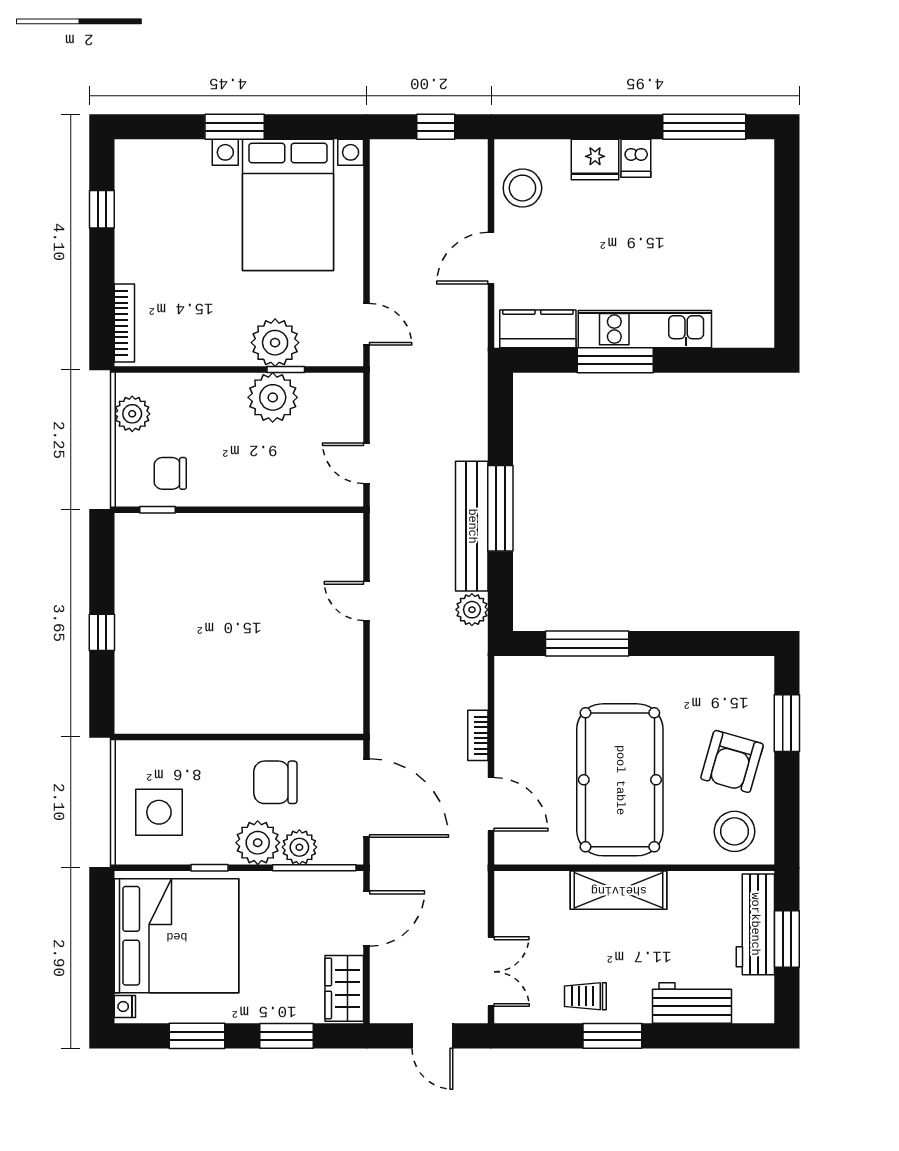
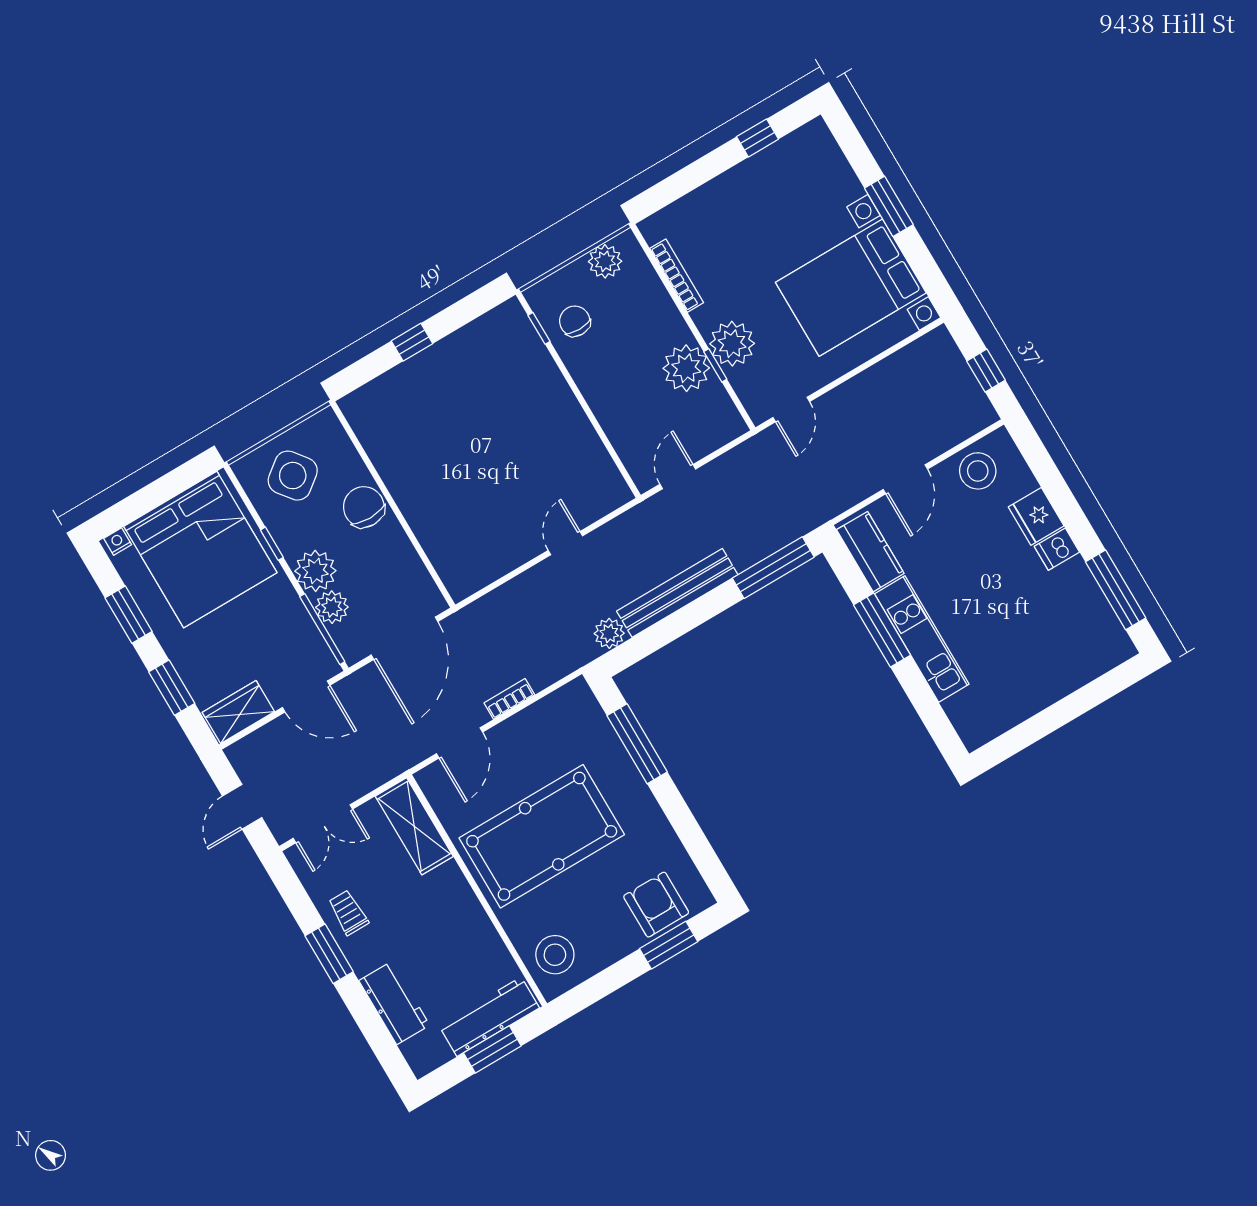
door: (491, 258) -> (905, 479), swing flipped
bookcase: (124, 323) -> (677, 276), moved, turned -90
window: (500, 508) -> (773, 568), moved
armchair: (732, 761) -> (656, 905), moved, turned 74
chair: (275, 782) -> (364, 507), moved
side table: (159, 812) -> (293, 476), turned -38
shelving: (619, 890) -> (414, 826), moved

